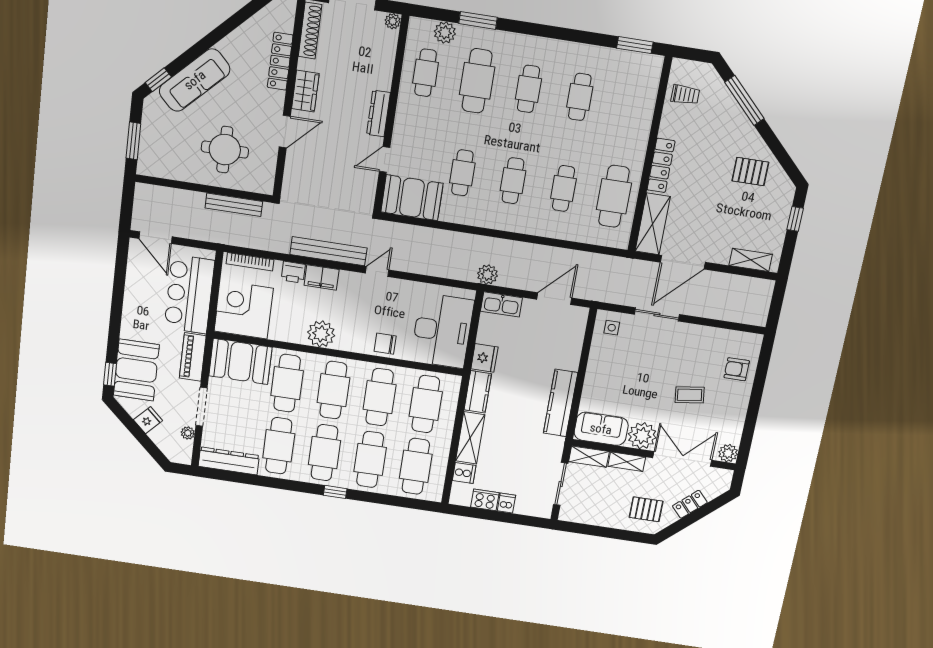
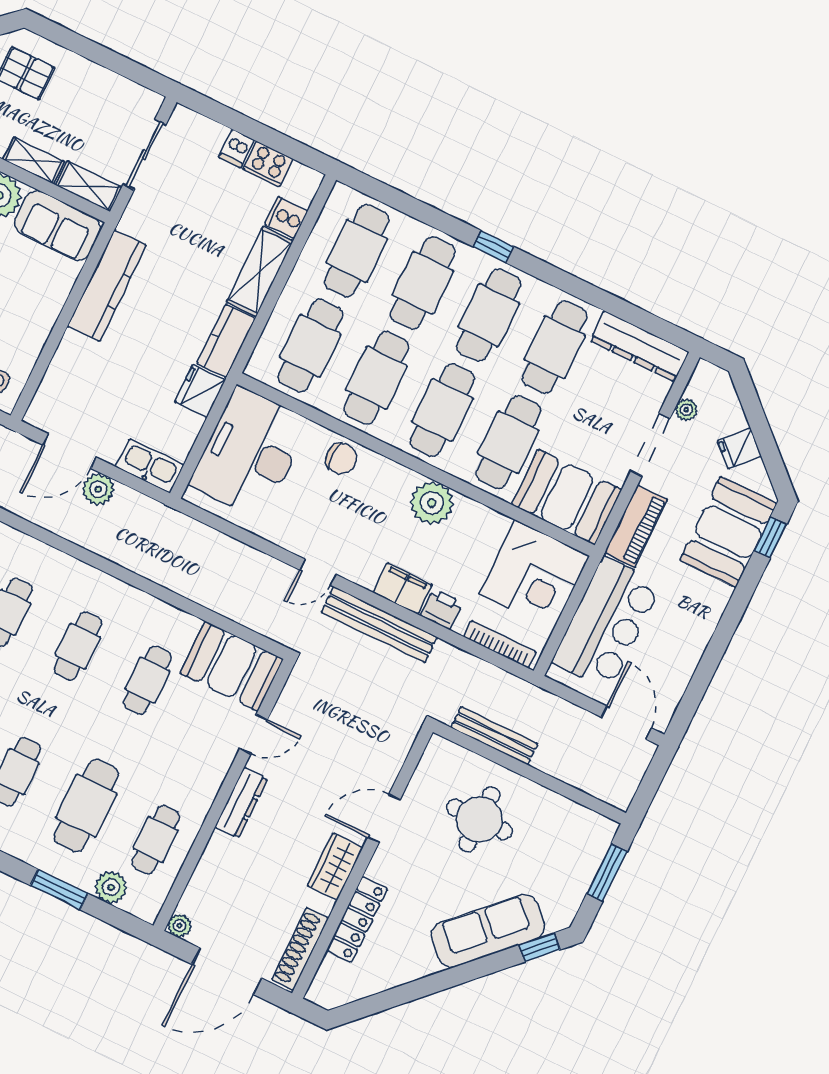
plant: (487, 275) -> (98, 489), moved

